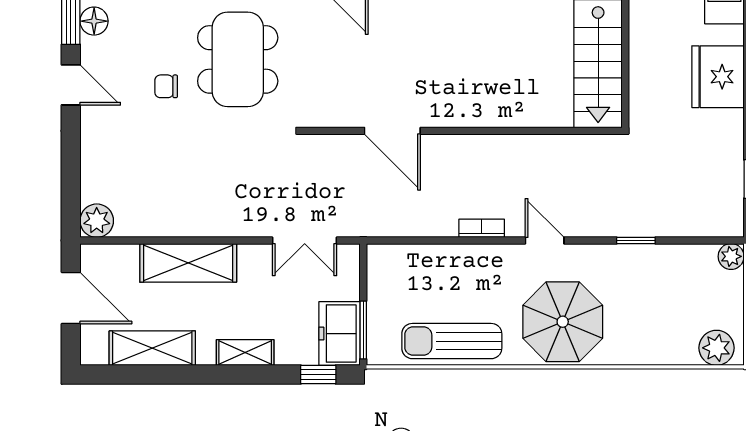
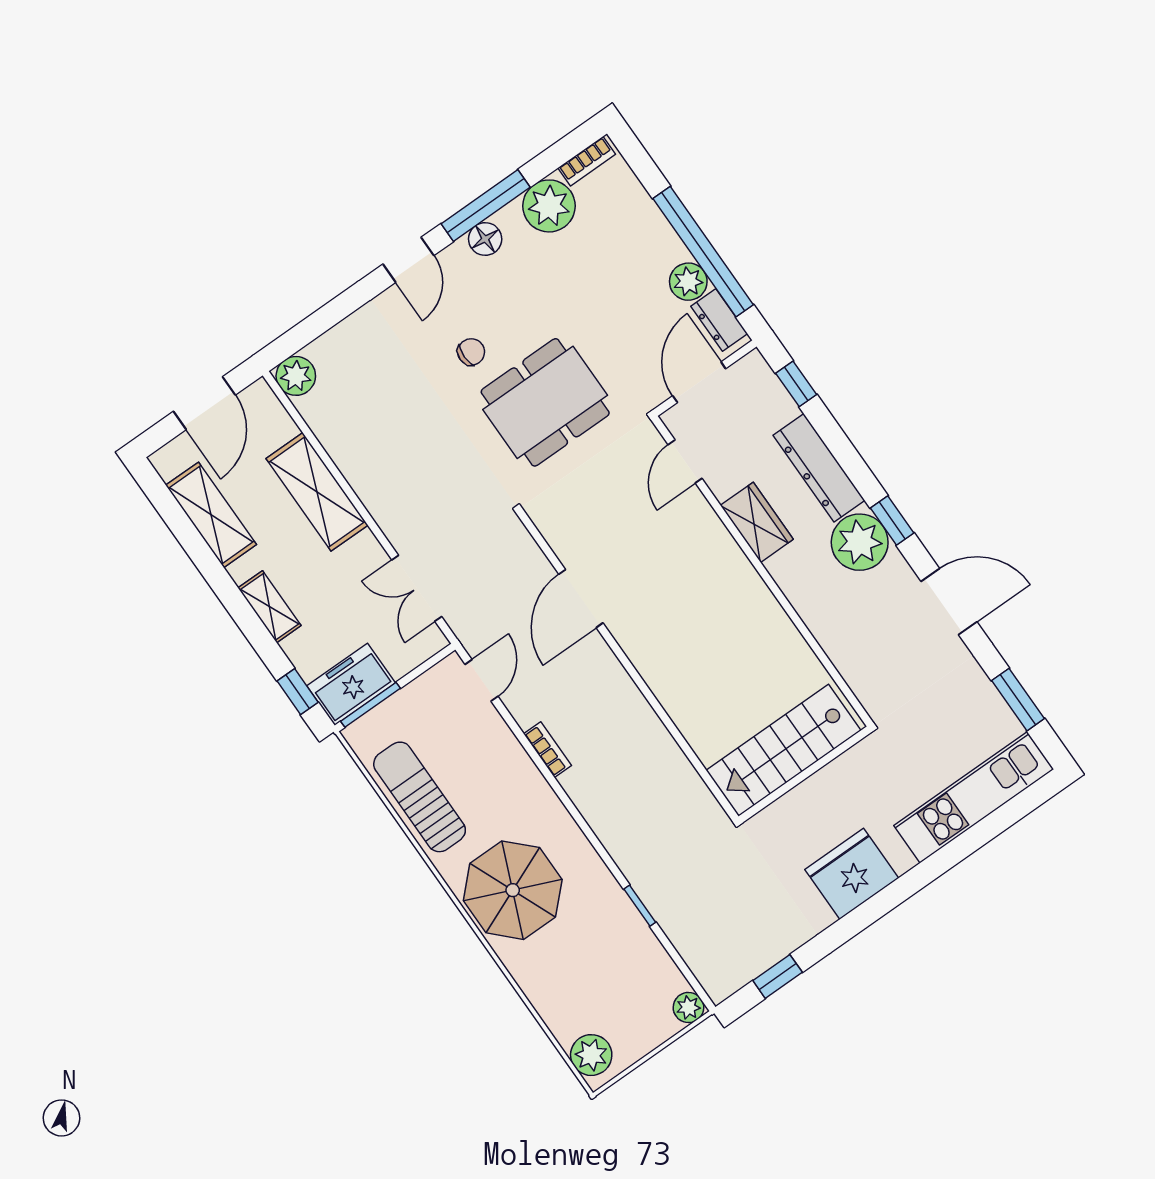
chair: (166, 86) -> (471, 352), turned 90
door: (545, 240) -> (481, 680), moved

